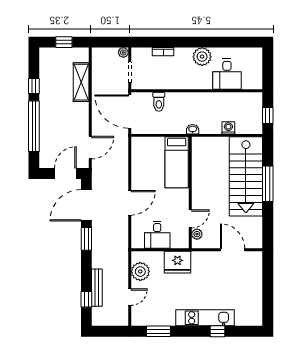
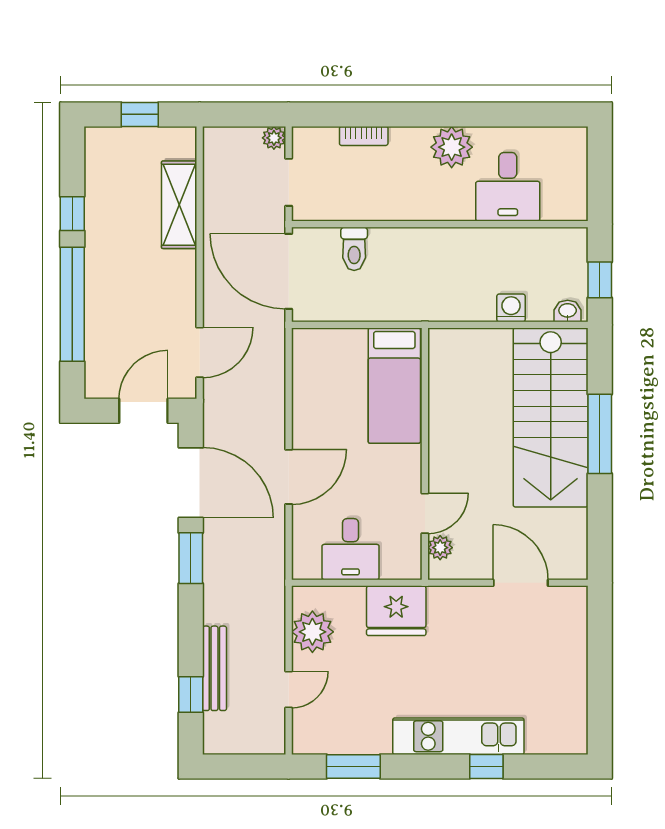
washbasin: (193, 129) -> (568, 311), moved
door: (86, 205) -> (191, 483), swing flipped

